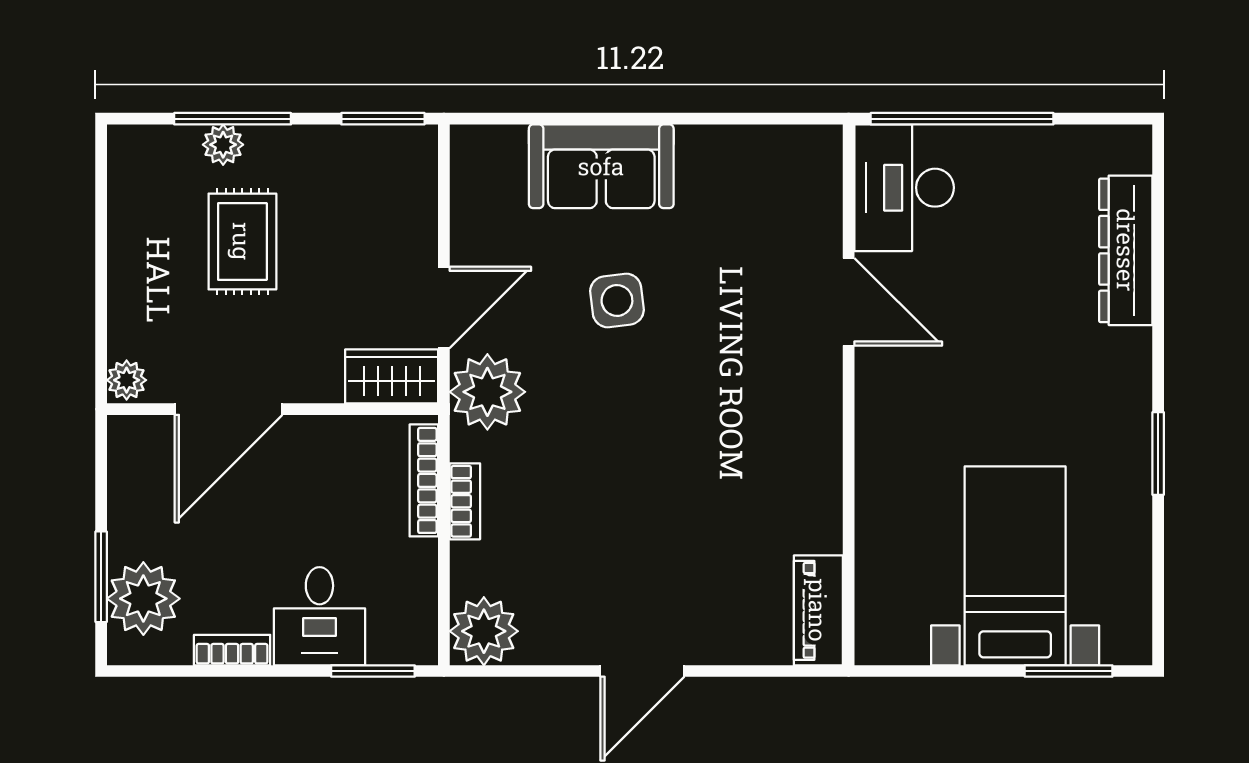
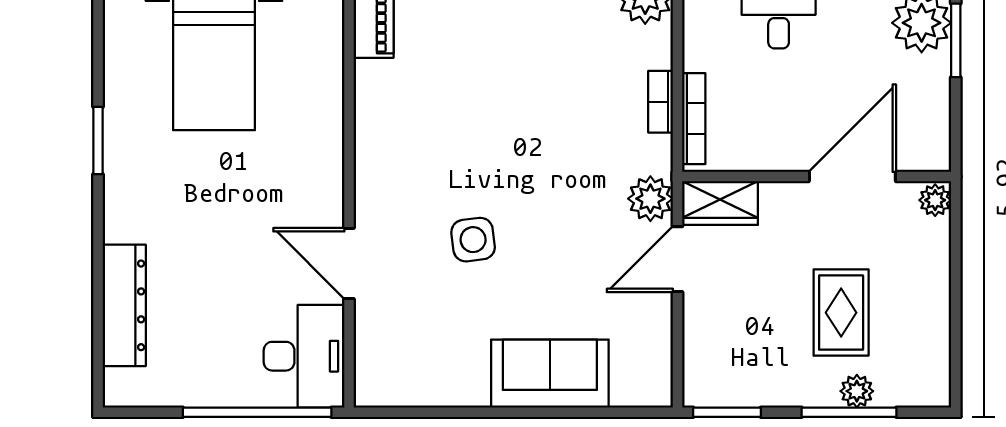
side table: (617, 300) -> (473, 240), moved
plant: (487, 392) -> (650, 199), width x0.73, depth x0.73

